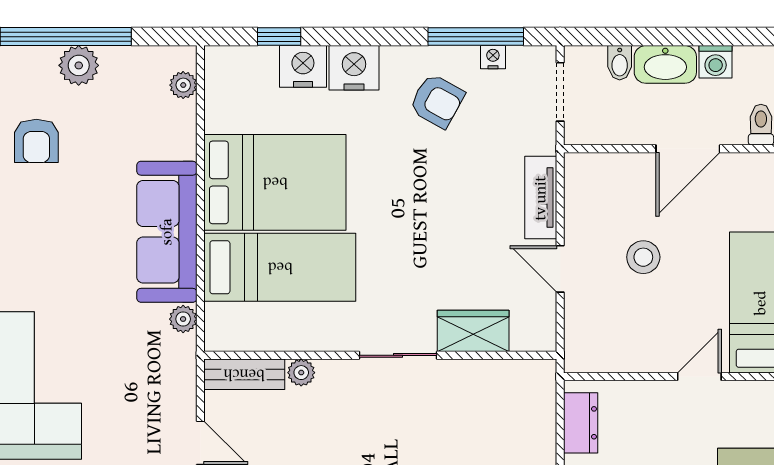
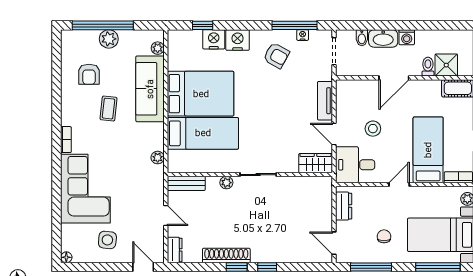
coffee table: (78, 214) -> (109, 109), added
sofa: (167, 232) -> (150, 89), moved
wardrobe: (473, 331) -> (316, 163), moved
desk: (605, 334) -> (355, 165), added
plant: (301, 373) -> (226, 183), moved

